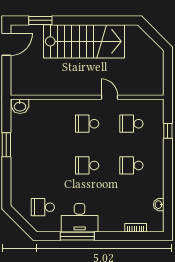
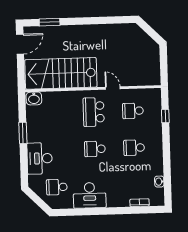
stairs: (84, 41) -> (61, 73), moved, turned 180
school desk: (87, 124) -> (94, 112), width x1.85
desk: (24, 174) -> (40, 158), added
window: (77, 236) -> (88, 212), removed

